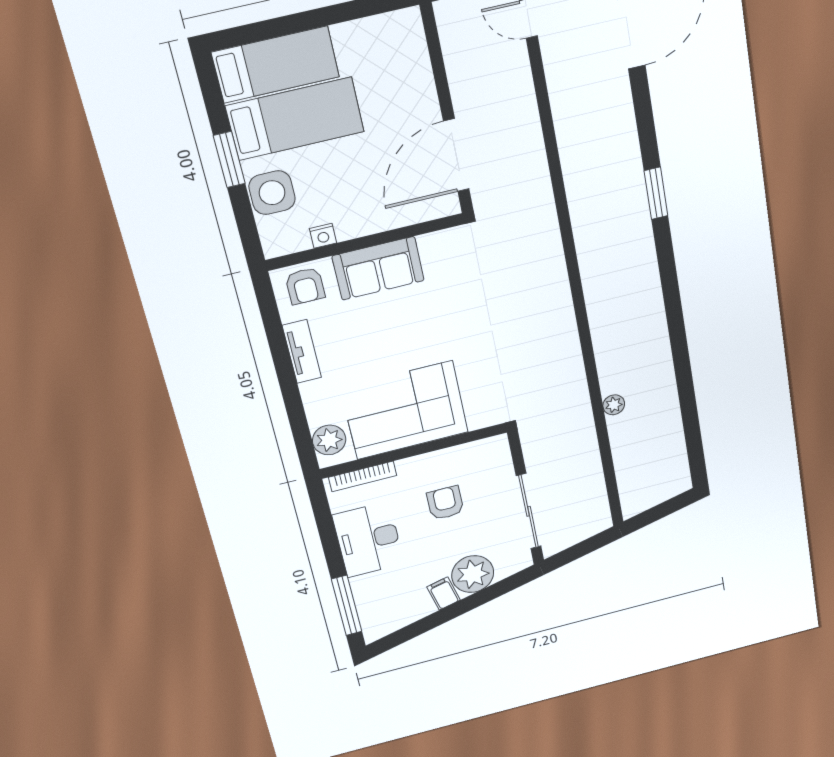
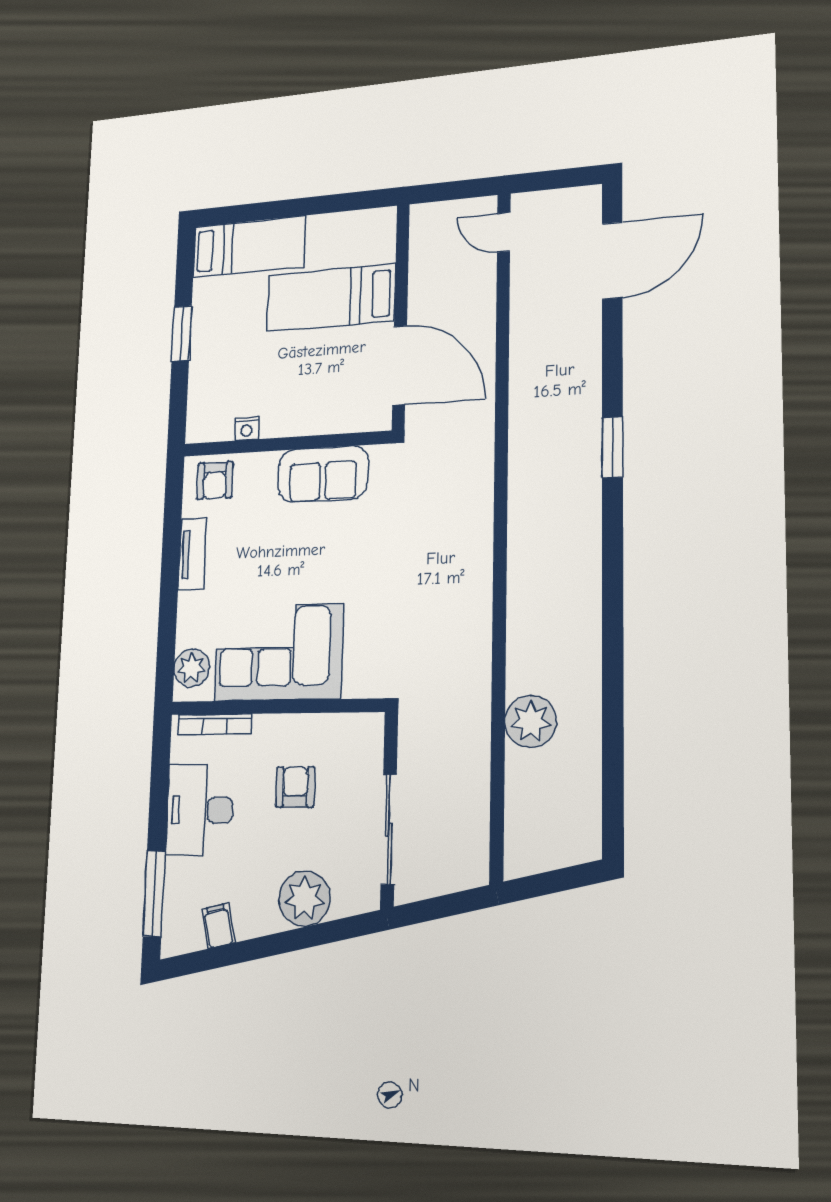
bed: (295, 119) -> (331, 298), moved, turned 180
door: (456, 155) -> (400, 365), swing flipped
side table: (272, 193) -> (211, 374), removed
sofa: (378, 268) -> (323, 474), moved
plant: (614, 405) -> (531, 721), width x1.88, depth x1.88
filing cabinet: (444, 593) -> (218, 926), moved

